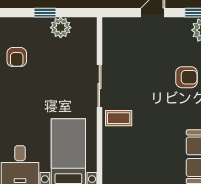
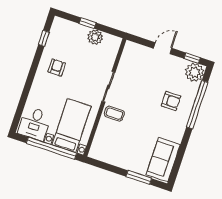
armchair: (17, 57) -> (57, 67), moved, turned 180

